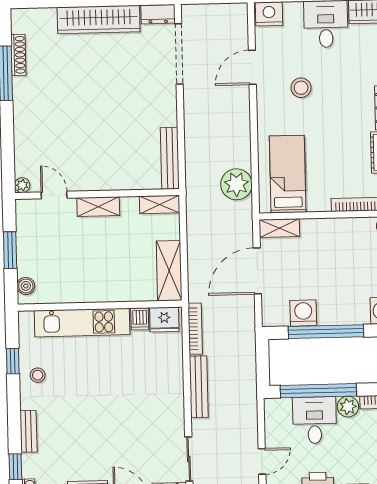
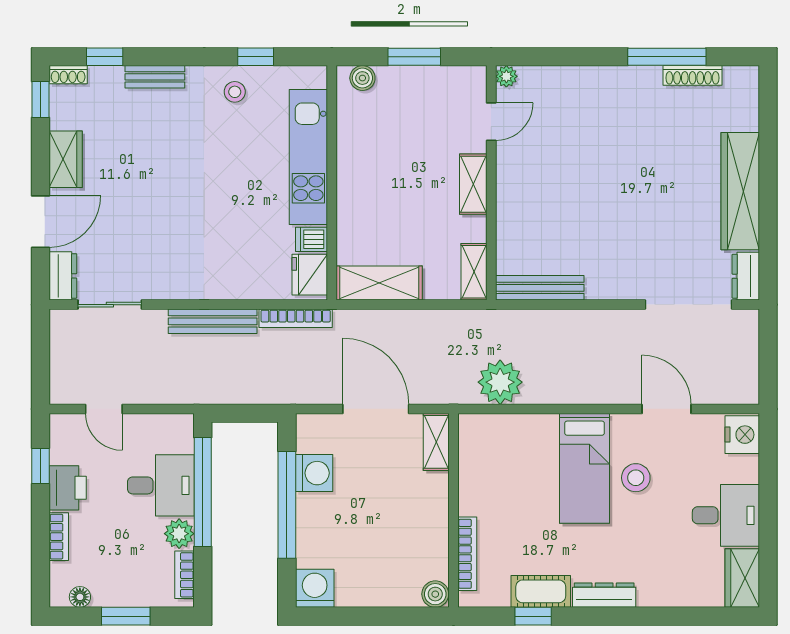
bed: (288, 174) -> (585, 468), moved, turned 90

